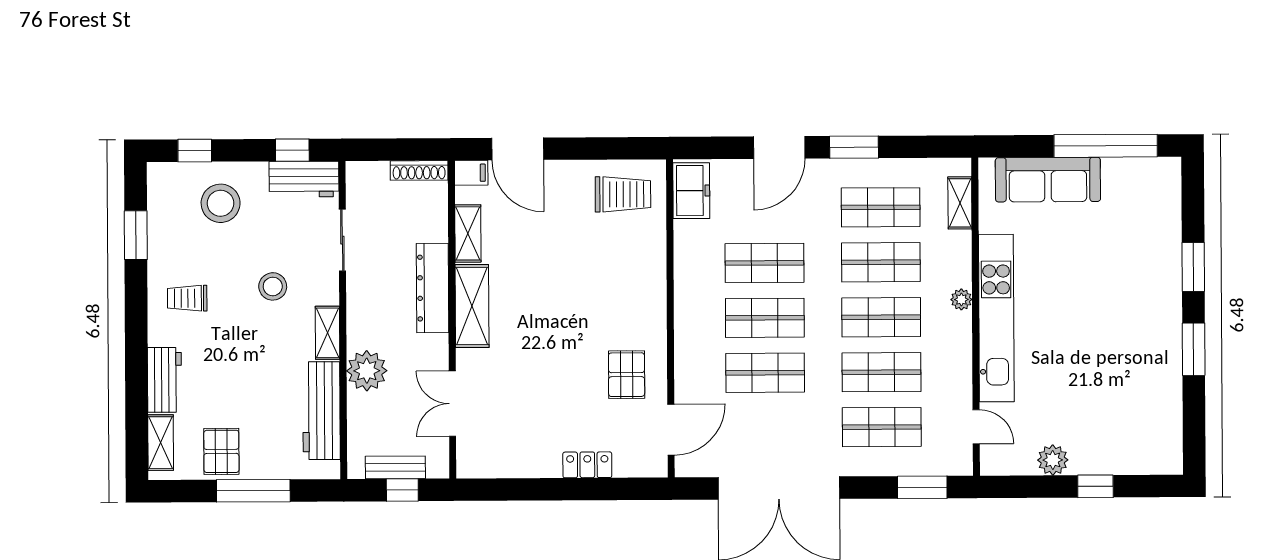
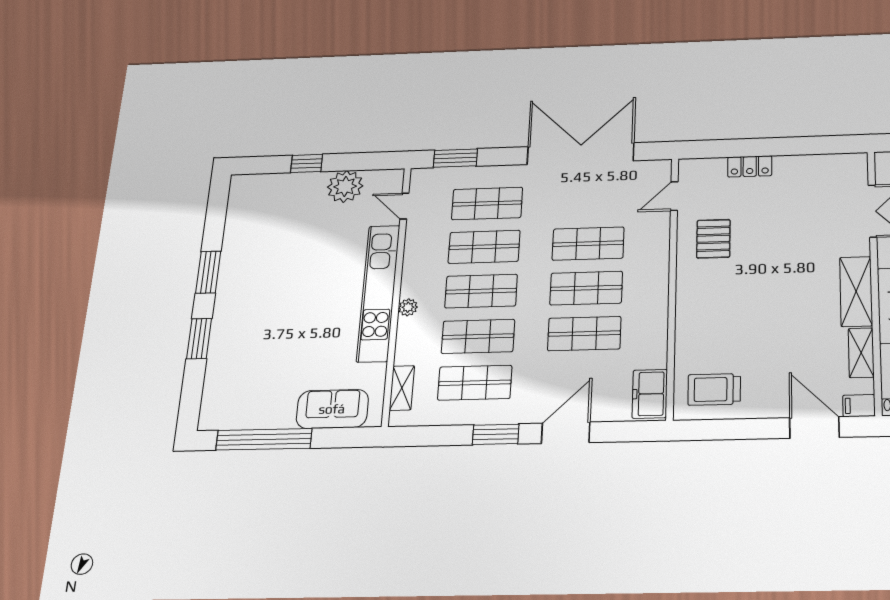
sofa: (1048, 180) -> (332, 409), width x0.73
door: (671, 430) -> (674, 196), width x0.73
plant: (1053, 460) -> (345, 187), width x1.36, depth x1.36

